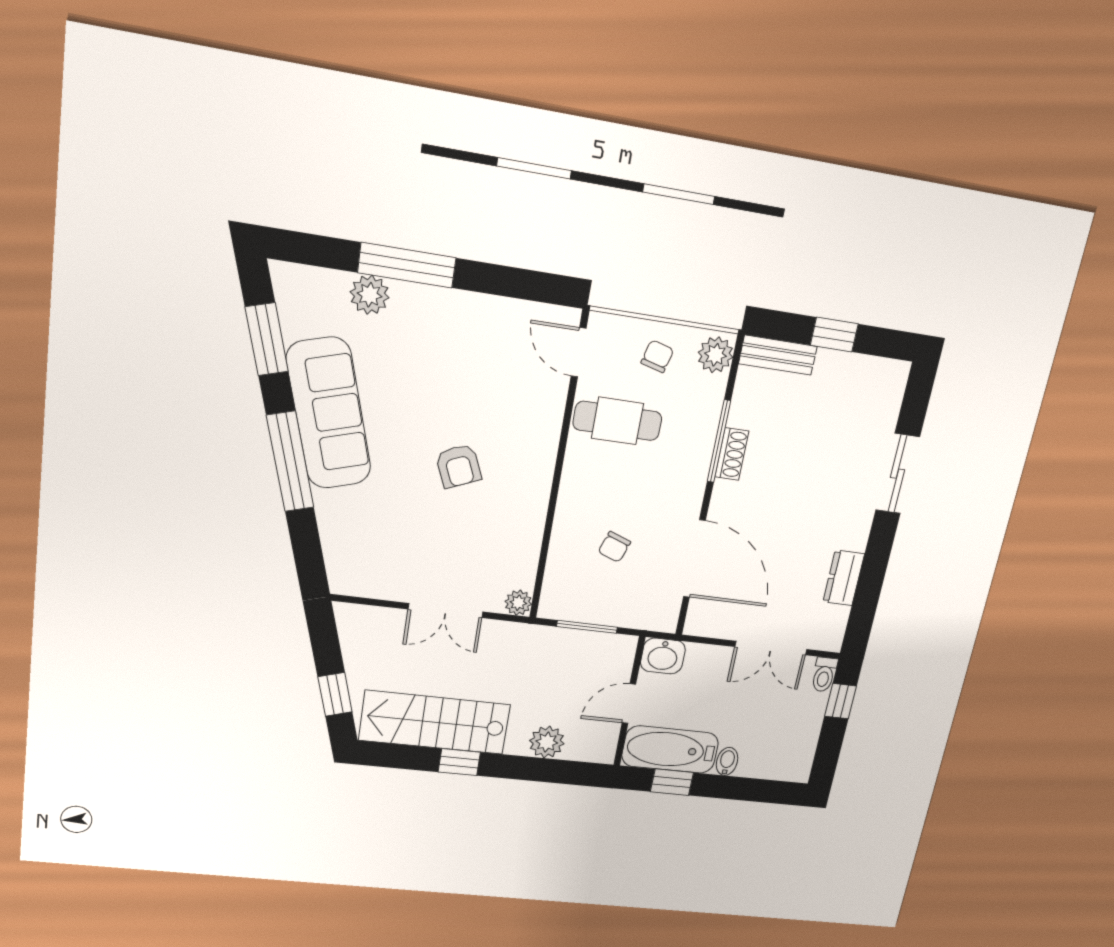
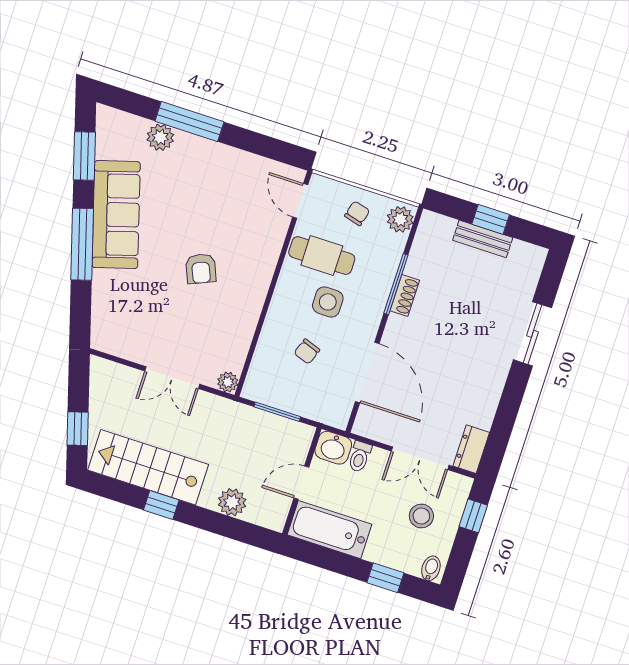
bench: (778, 355) -> (483, 239), moved
side table: (633, 480) -> (328, 302), added
dresser: (844, 578) -> (471, 449), moved
toilet: (824, 675) -> (360, 457), moved
stool: (779, 713) -> (421, 516), added
bidet: (727, 761) -> (431, 568), moved
window: (672, 782) -> (385, 578), moved

